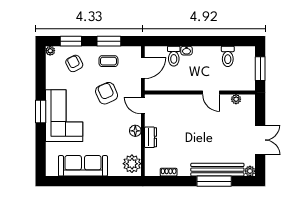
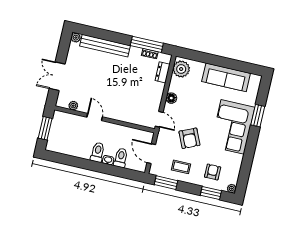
window: (109, 41) -> (166, 183), moved
toilet: (228, 56) -> (98, 152), moved
armchair: (74, 63) -> (213, 172), turned -153
door: (143, 68) -> (151, 154), hinge flipped
window: (41, 111) -> (258, 116), moved
dresser: (151, 137) -> (163, 72), moved
double door: (260, 140) -> (57, 76), moved
window: (214, 181) -> (147, 44), moved

